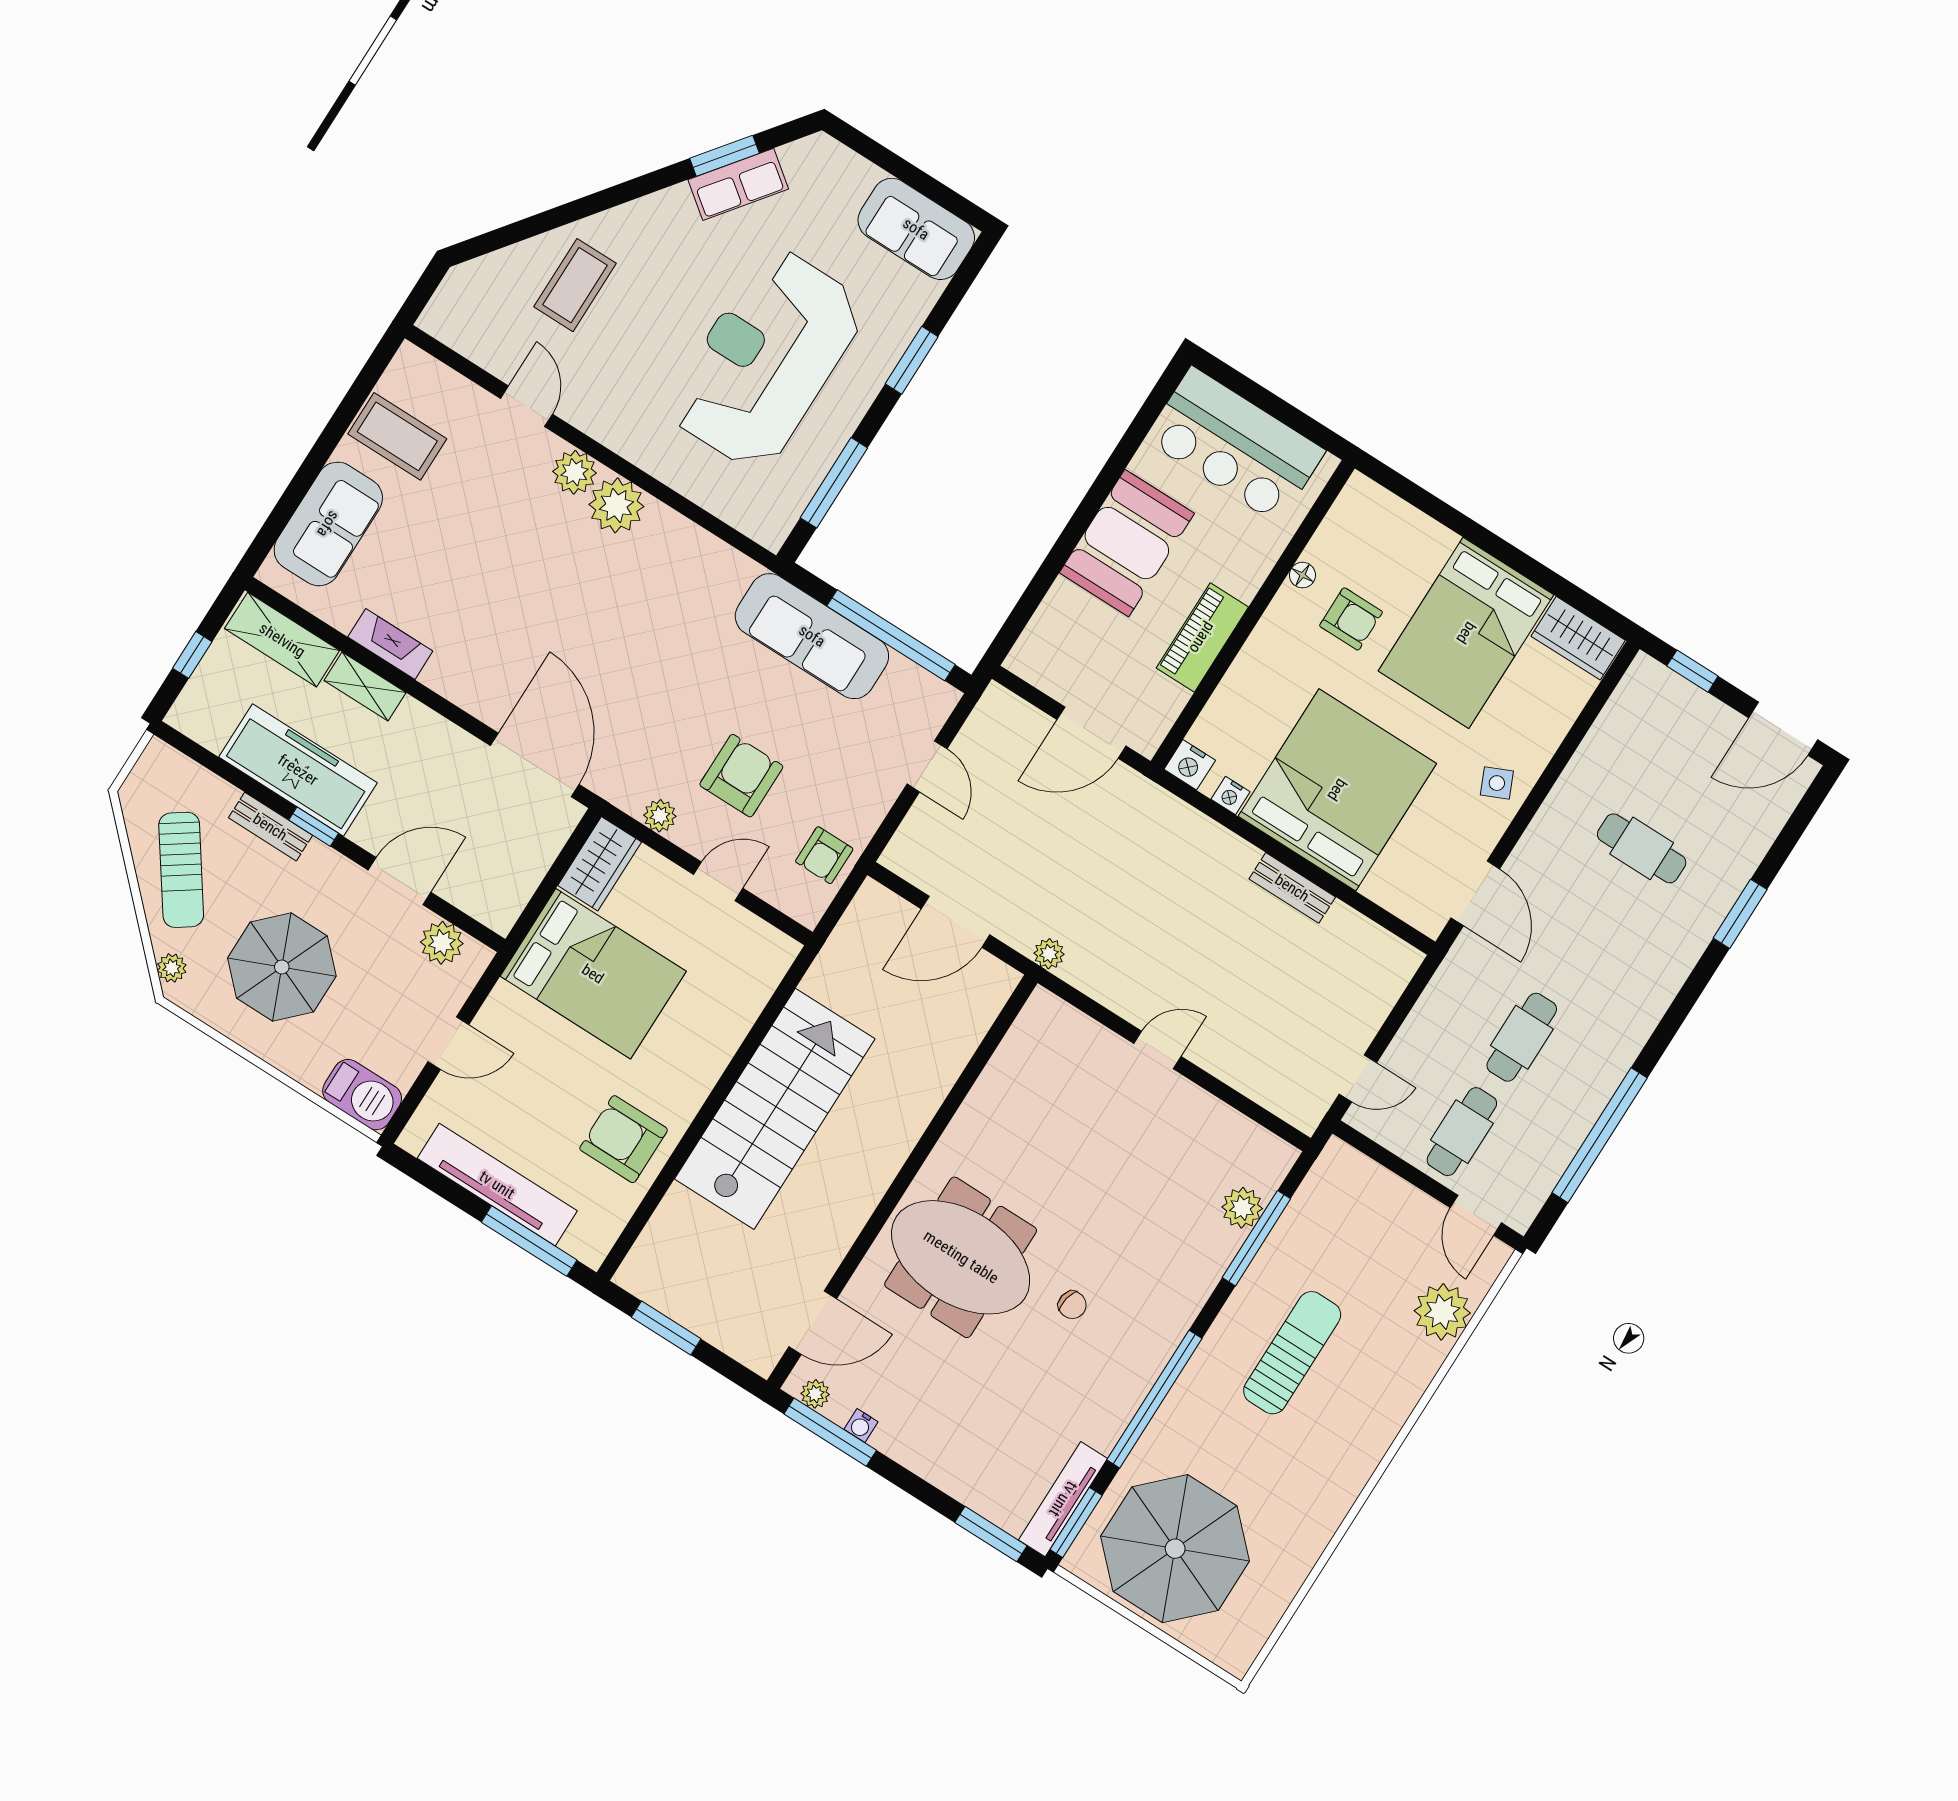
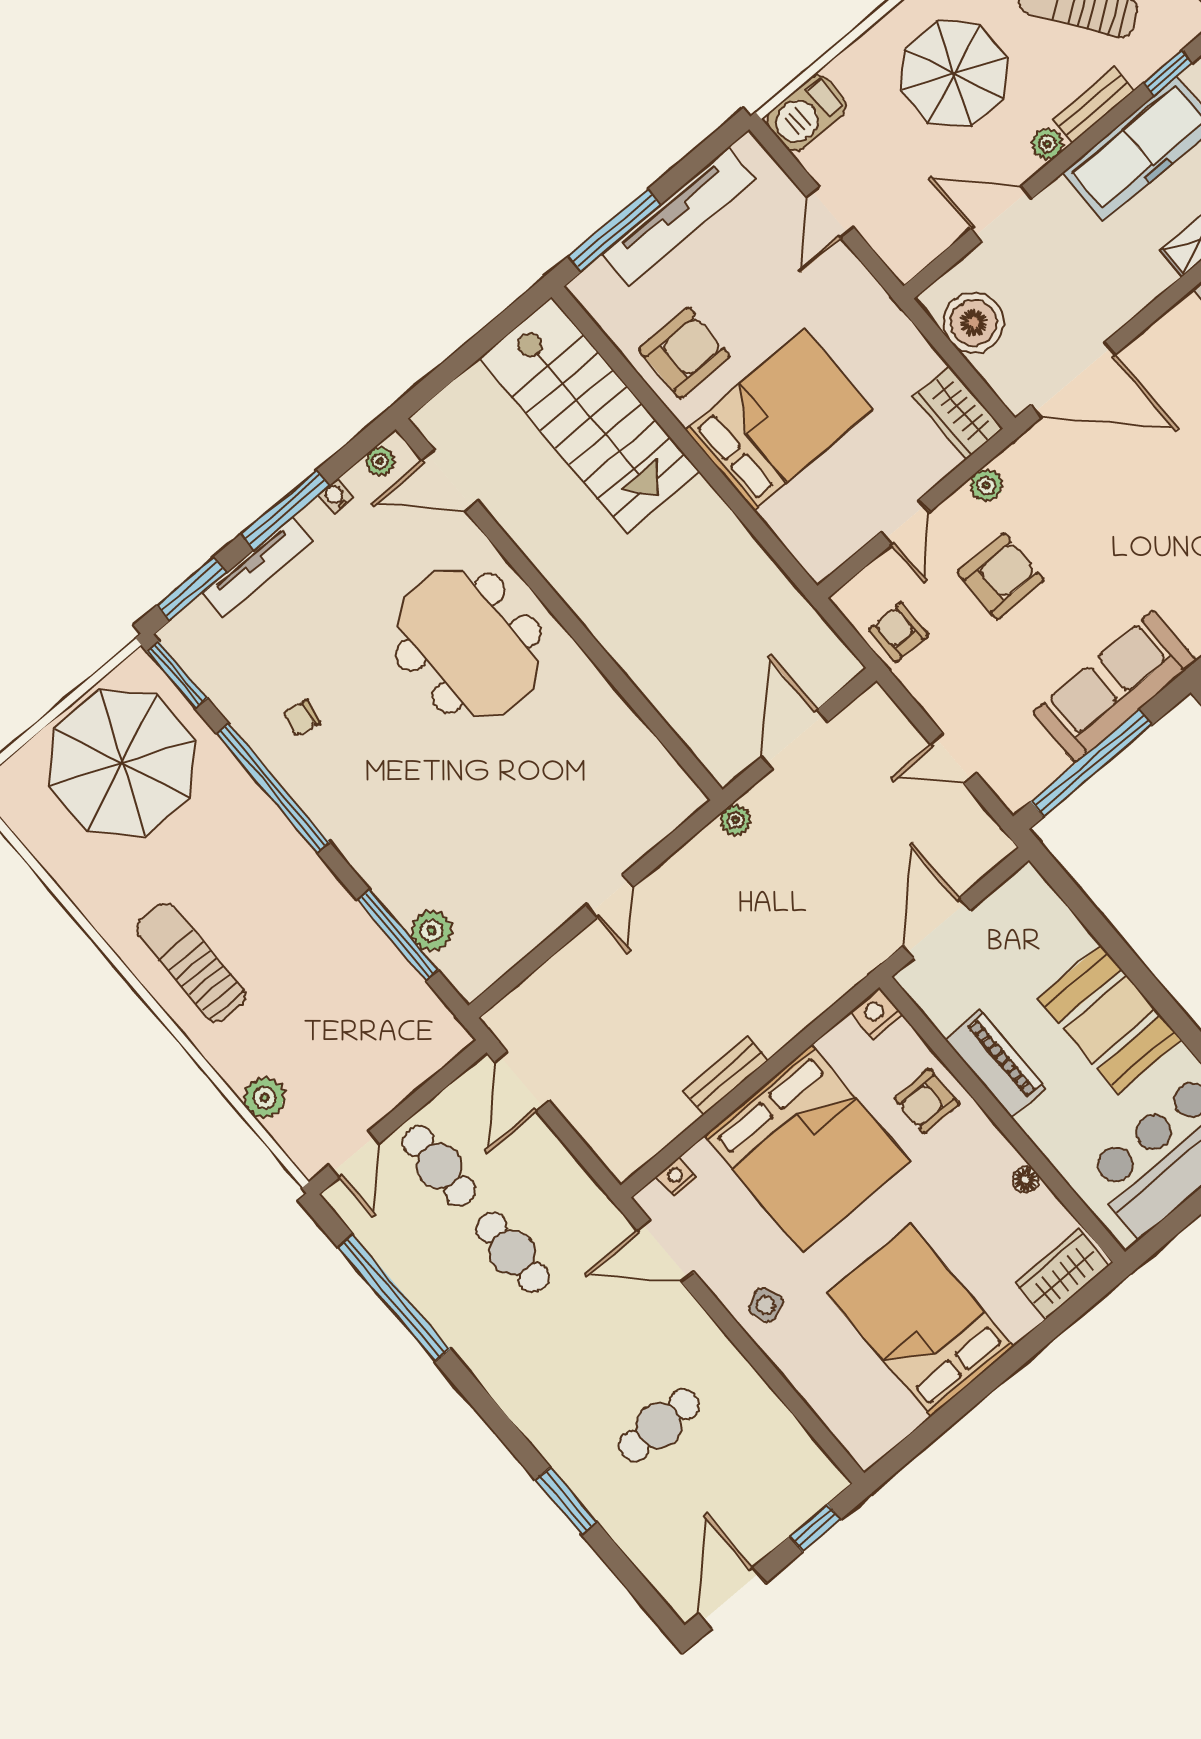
armchair: (1351, 619) -> (927, 1101), moved
wardrobe: (1578, 638) -> (1062, 1274), moved
armchair: (741, 776) -> (1001, 576), turned -90
nightstand: (1230, 795) -> (677, 1177), moved
window: (314, 827) -> (1168, 73), moved
boiler: (511, 875) -> (974, 323), added
door: (400, 881) -> (1002, 214), swing flipped
plant: (442, 943) -> (1047, 144), moved, width x0.73, depth x0.73
bed: (593, 974) -> (779, 420), moved, turned 180
door: (1358, 1078) -> (522, 1082), width x1.38
stairs: (775, 1109) -> (589, 415), moved
door: (1476, 1215) -> (354, 1154), swing flipped
meeting table: (961, 1257) -> (468, 643), turned 90
chair: (1072, 1305) -> (302, 718), moved
plant: (1442, 1312) -> (265, 1098), width x0.73, depth x0.73
door: (813, 1323) -> (450, 480), hinge flipped
window: (666, 1328) -> (489, 337), removed
sun lounger: (1292, 1353) -> (191, 962), moved, turned 180
window: (830, 1432) -> (285, 510), moved
tv unit: (1063, 1499) -> (257, 567), moved, turned 90

